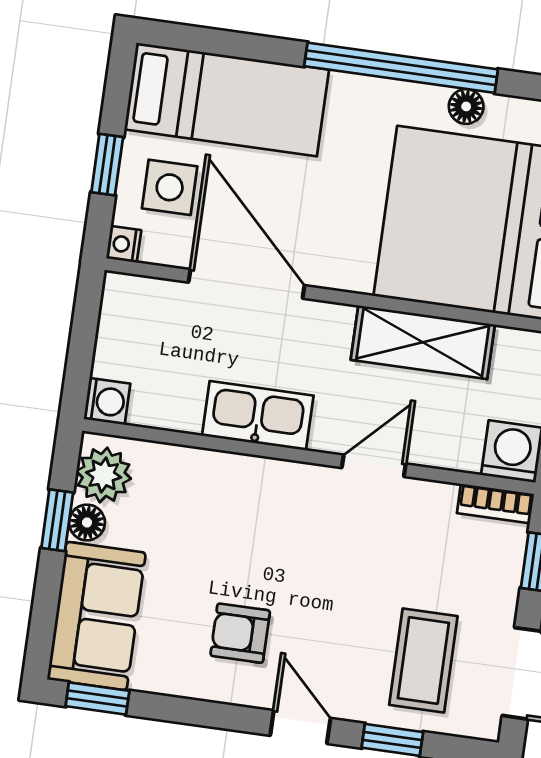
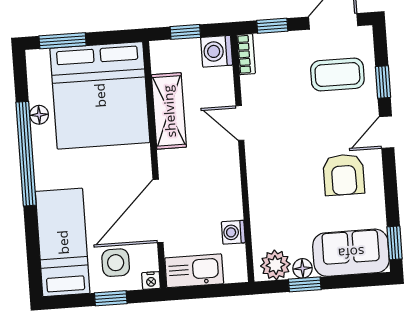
washing machine: (107, 401) -> (233, 232), moved, turned -90
kitchen sink: (258, 416) -> (194, 271), moved, turned 90
armchair: (240, 633) -> (344, 175), width x1.38, depth x1.38

